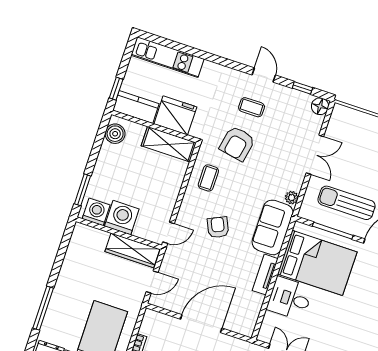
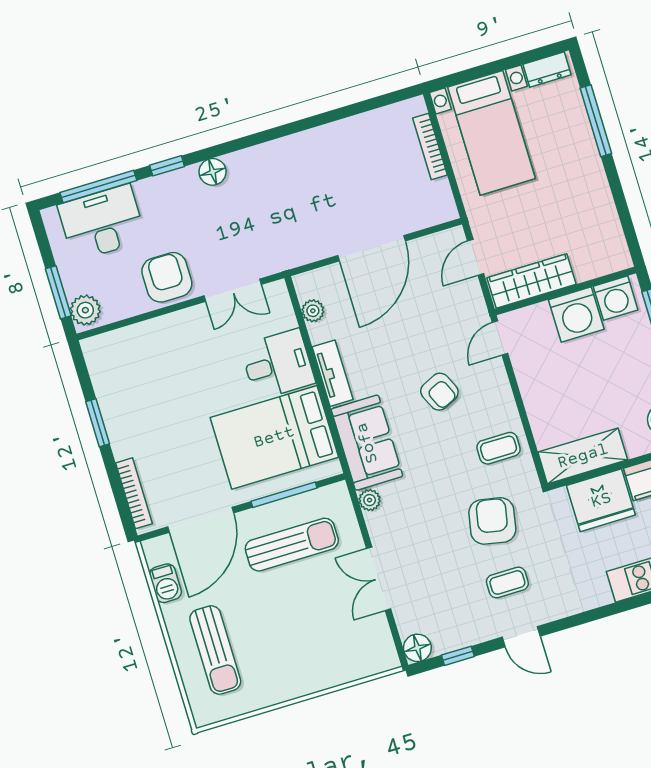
coffee table: (208, 178) -> (499, 448), turned 90
plant: (253, 313) -> (313, 311), added

